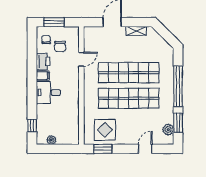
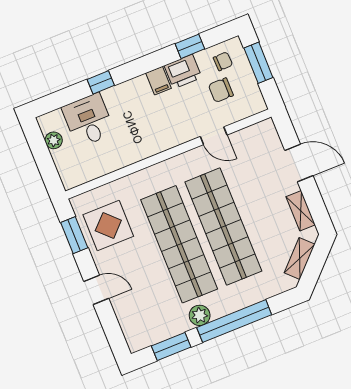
shelving: (160, 41) -> (300, 258), added
window: (32, 53) -> (190, 46), added
desk: (48, 92) -> (88, 120), moved
window: (32, 126) -> (101, 82), moved
plant: (168, 130) -> (200, 315), moved
door: (145, 149) -> (96, 290), moved

